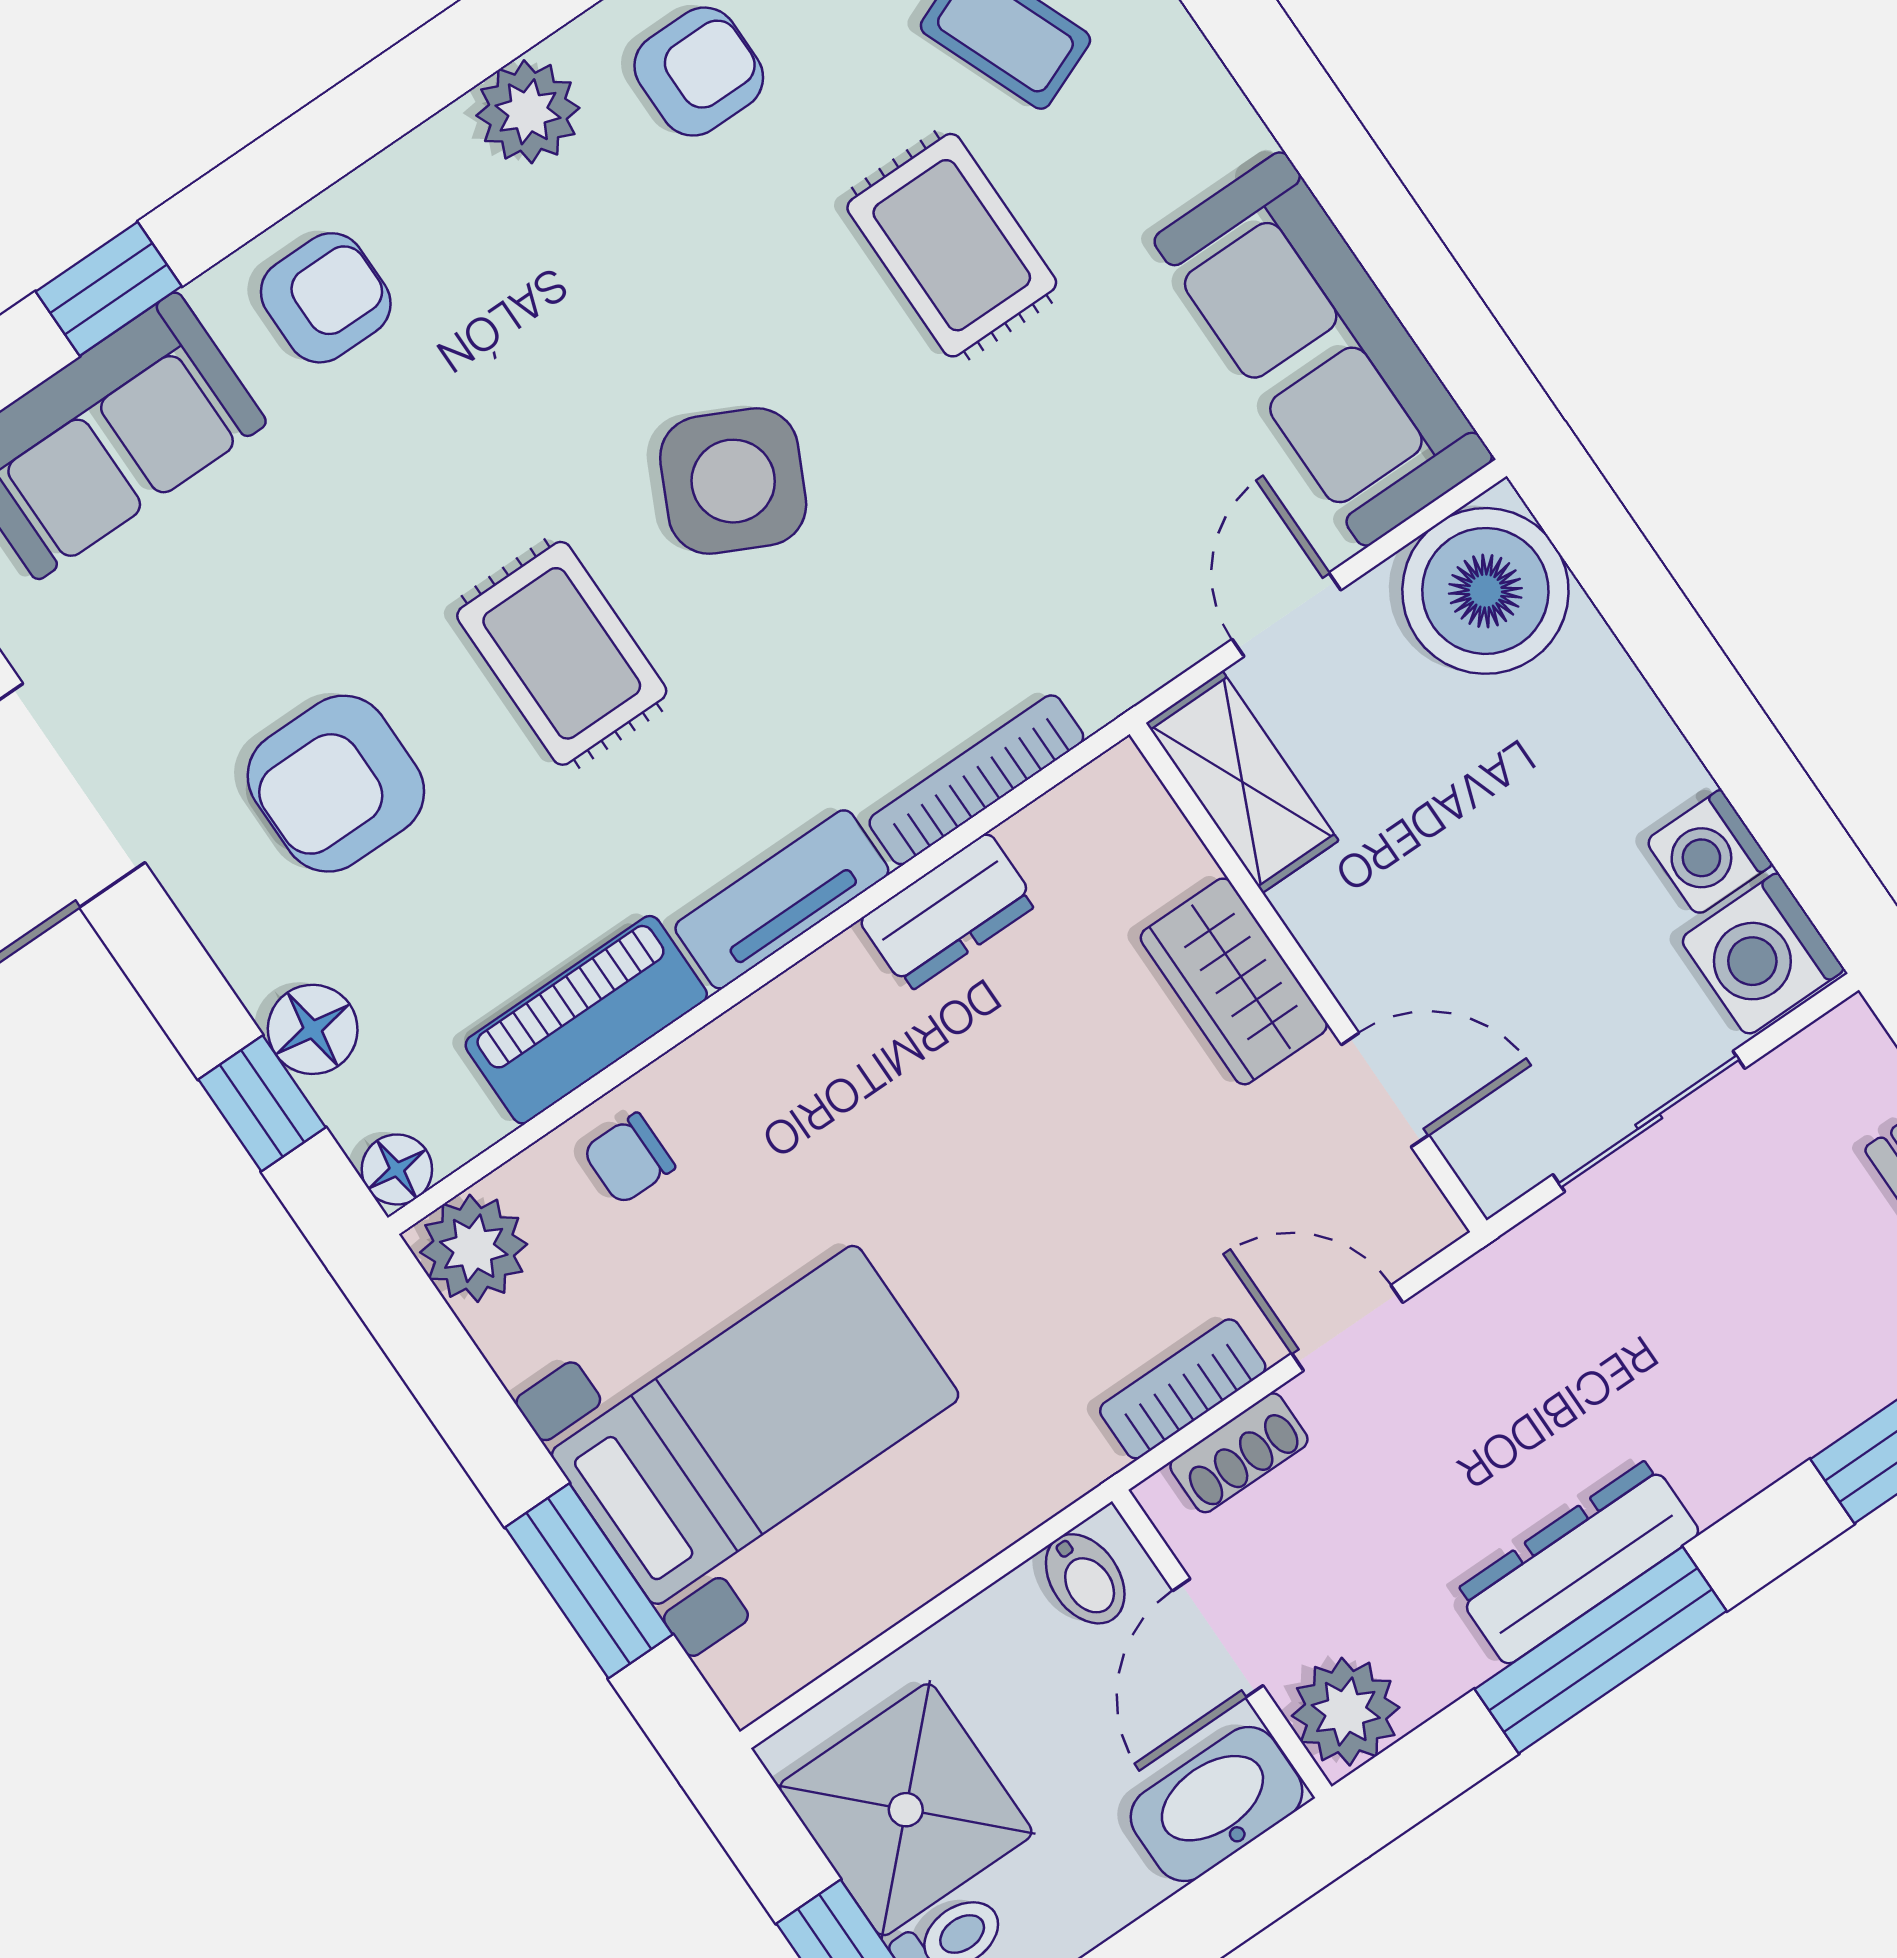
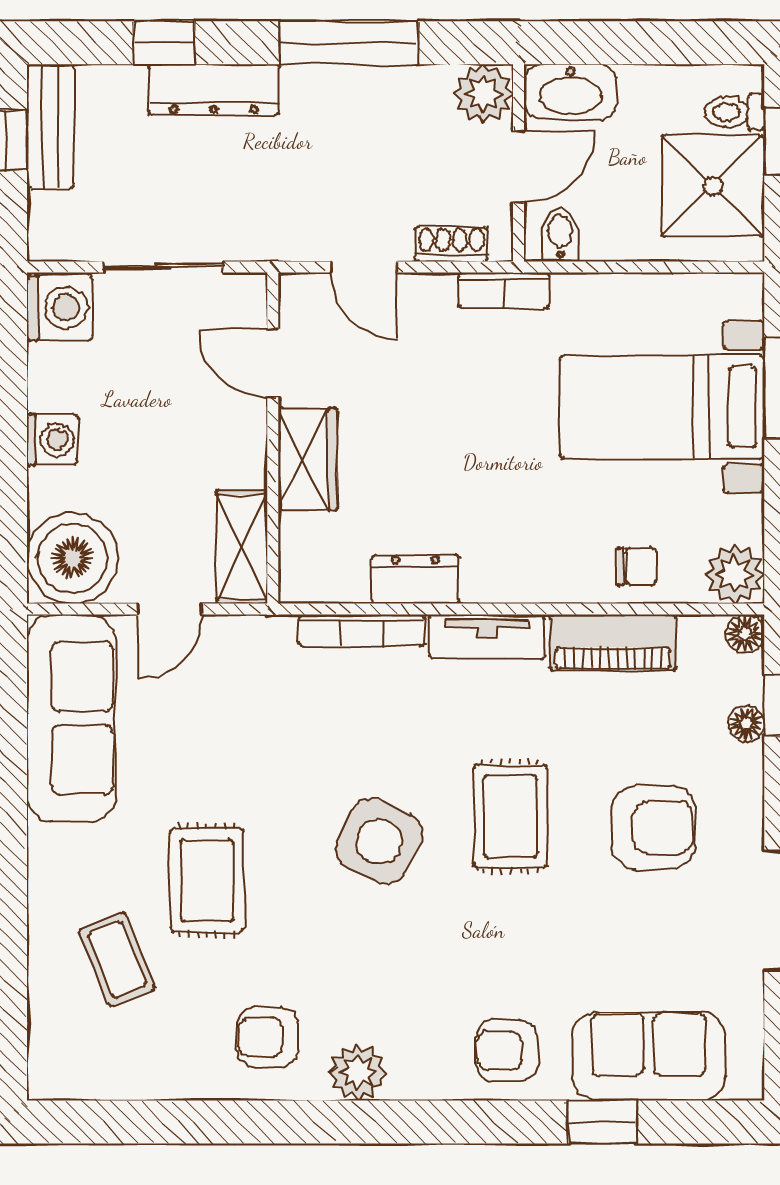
washing machine: (1709, 853) -> (52, 440), moved
floor lamp: (313, 1029) -> (746, 723), width x0.73, depth x0.73
bookcase: (1183, 1389) -> (504, 290), moved
dresser: (1578, 1562) -> (214, 90), moved

